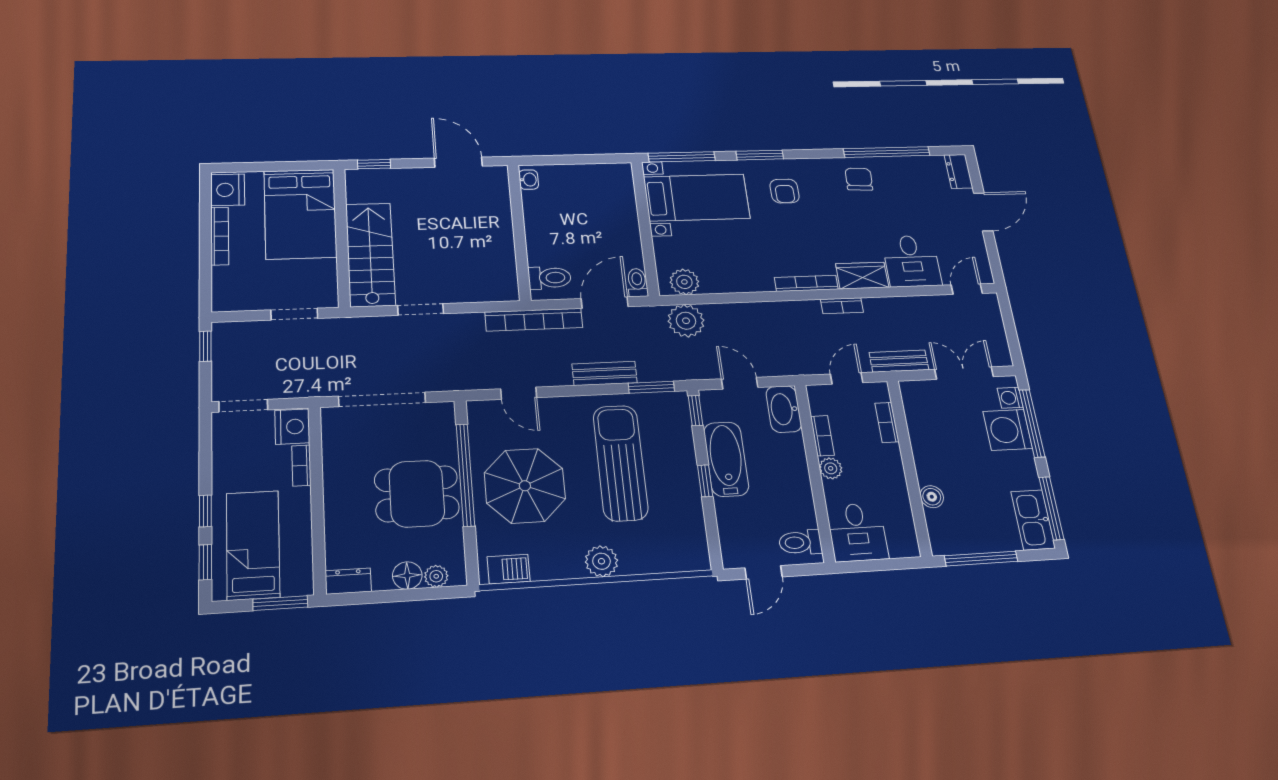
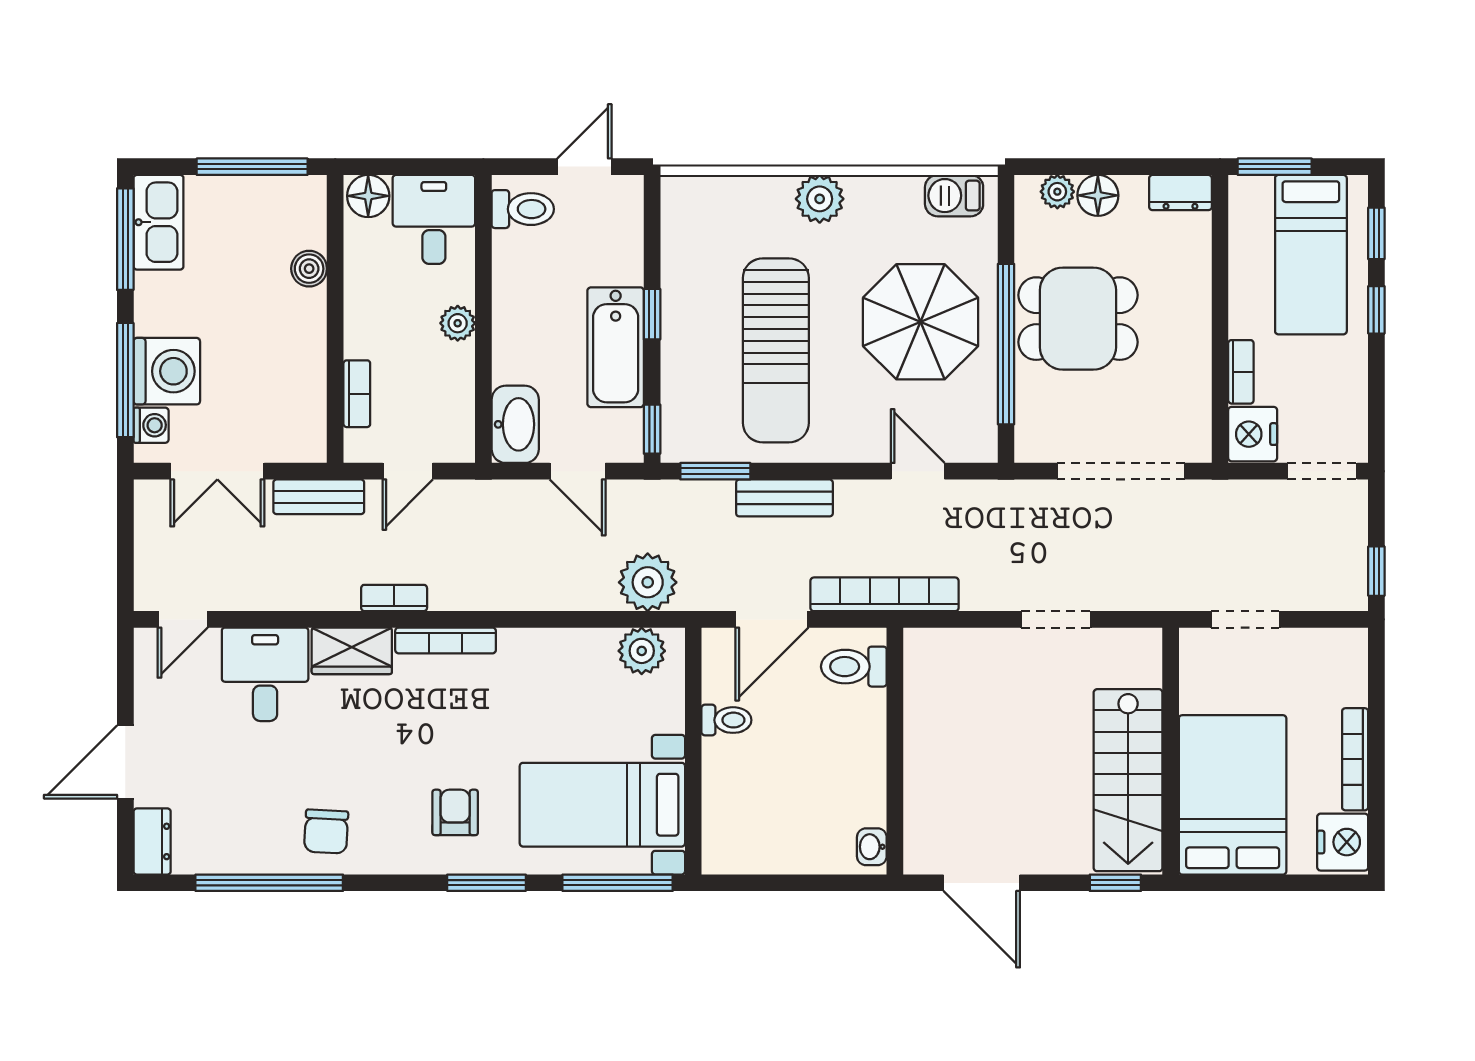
stairs: (370, 254) -> (1128, 780), moved
toilet: (637, 283) -> (726, 720), moved, turned -90
bookcase: (822, 436) -> (462, 377), removed
floor lamp: (903, 545) -> (368, 196), added

